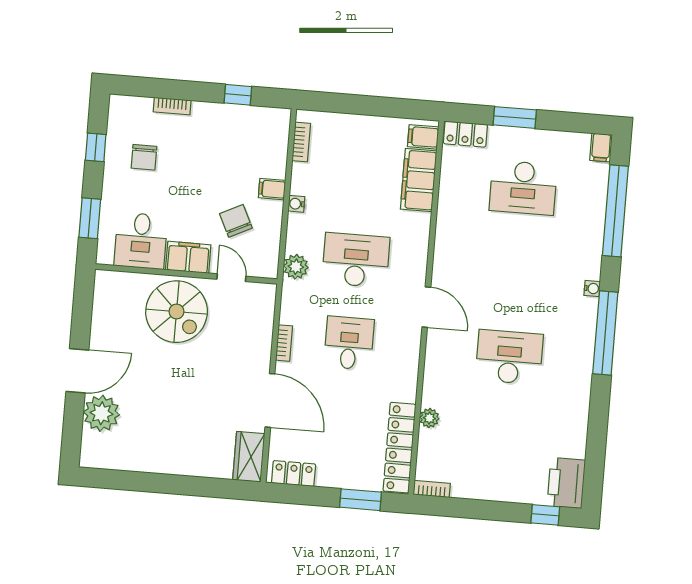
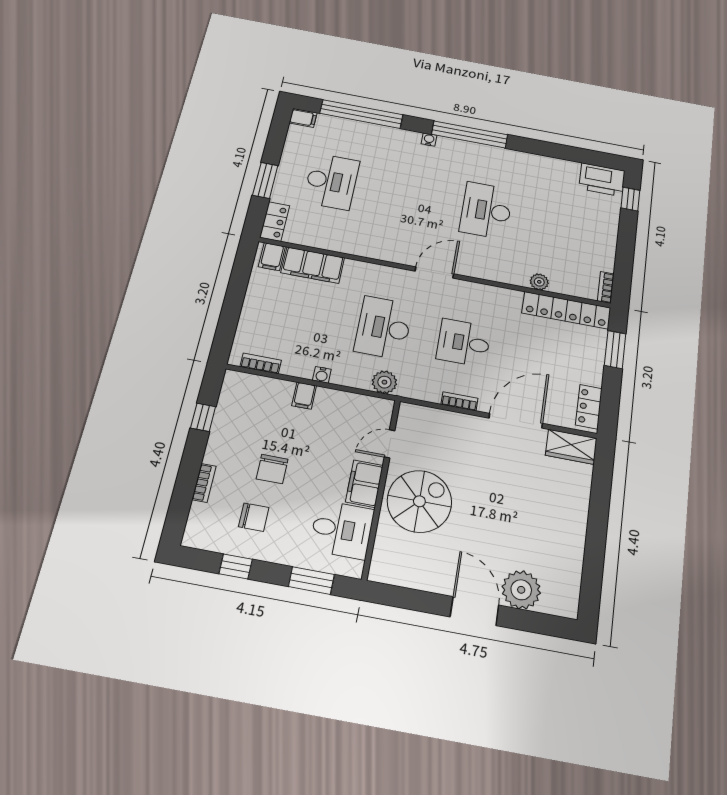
chair: (236, 221) -> (272, 469), moved, turned -64

